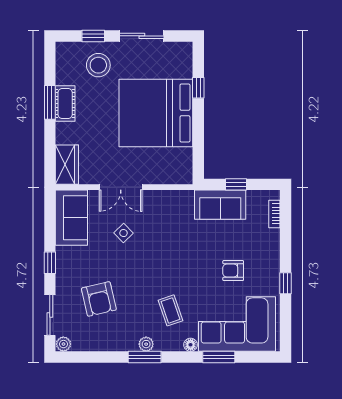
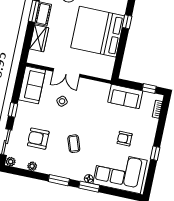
wardrobe: (67, 165) -> (39, 38), moved
window: (236, 184) -> (149, 88), moved
armchair: (99, 299) -> (38, 139), turned 103
coffee table: (170, 310) -> (74, 144), moved
plant: (146, 344) -> (32, 166), moved
window: (219, 357) -> (89, 187), moved

